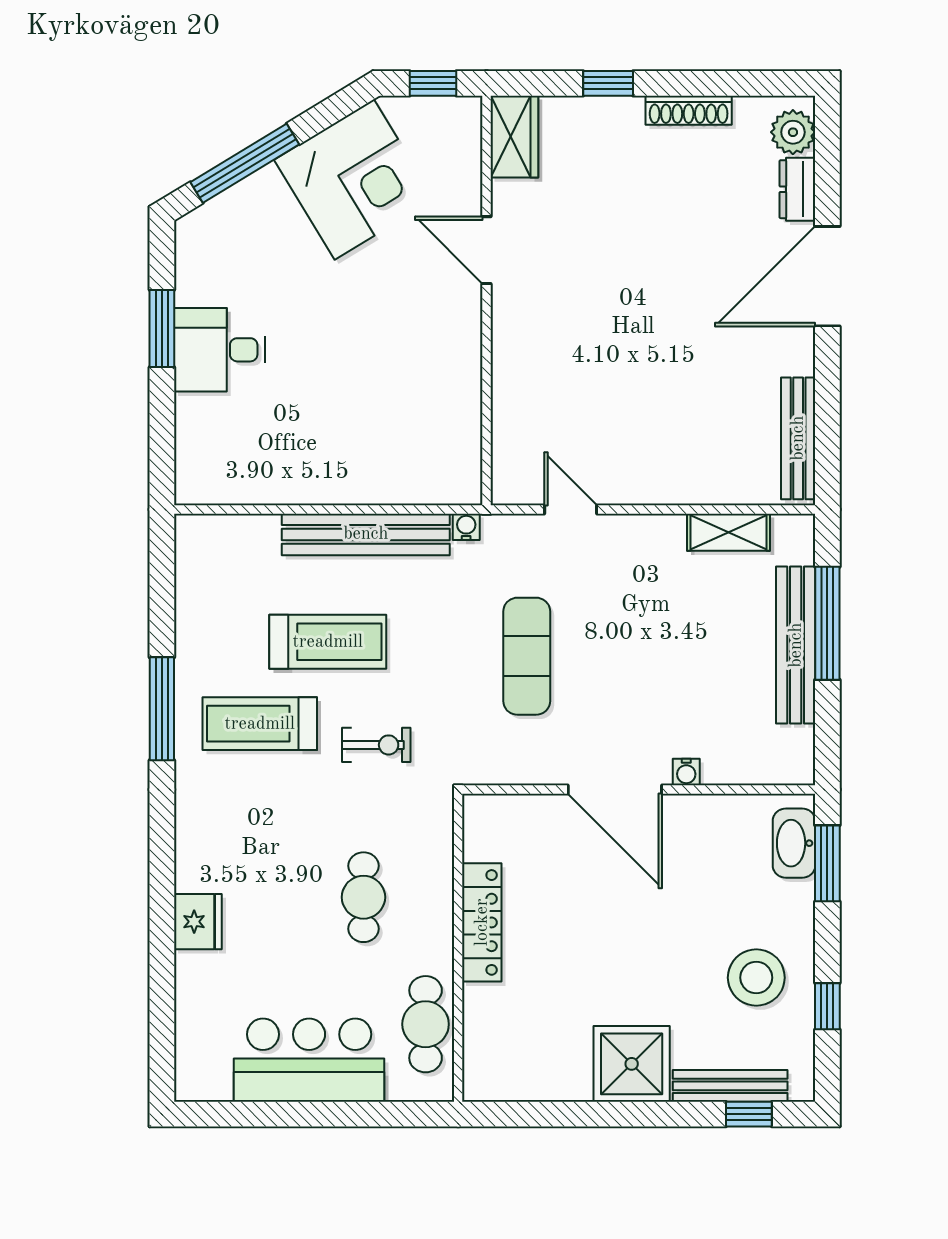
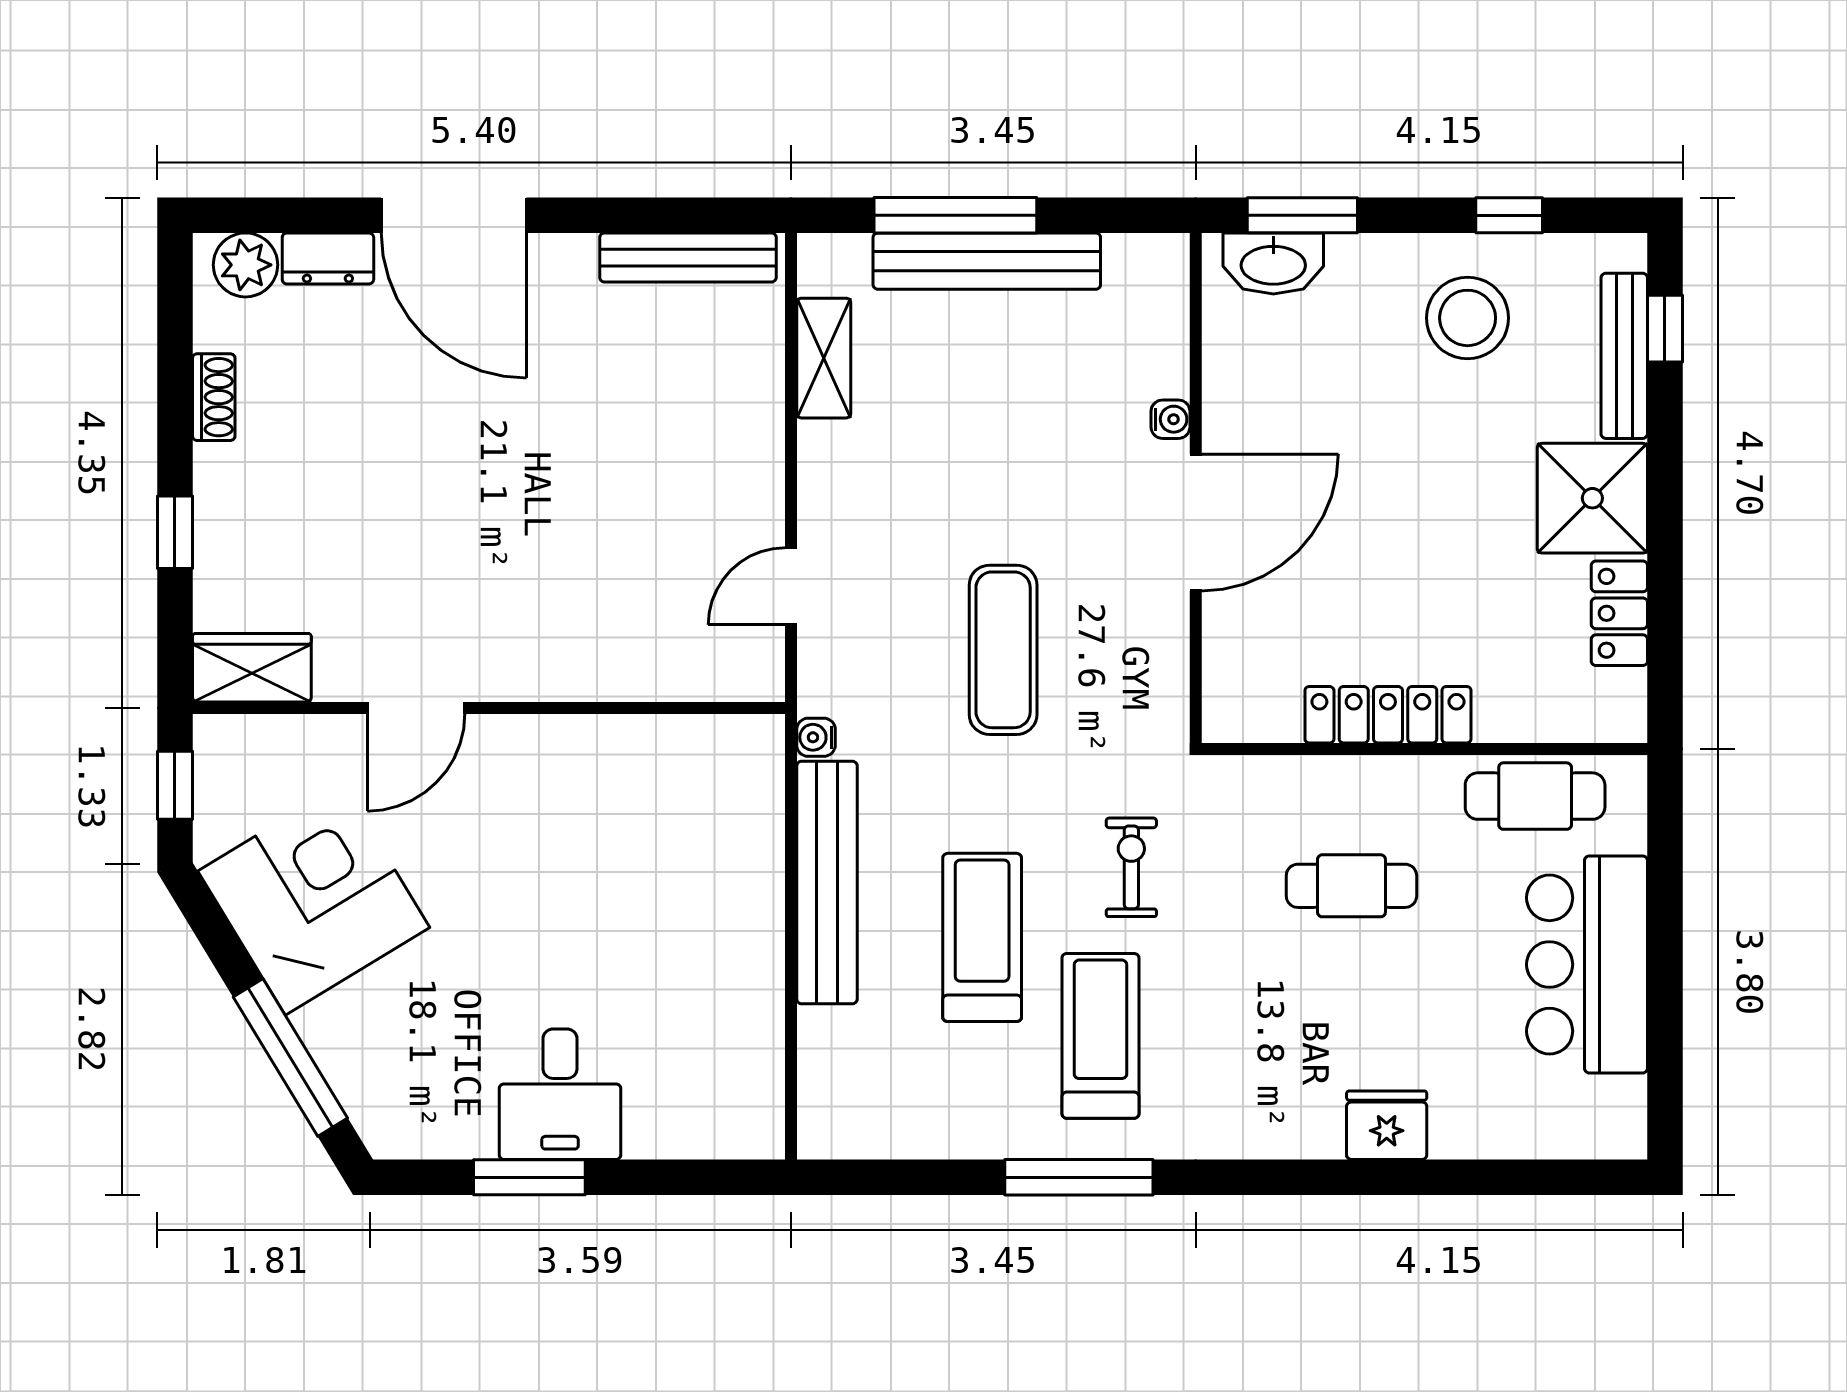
shoe rack: (689, 110) -> (214, 397), width x0.70
exercise mat: (527, 656) -> (1003, 650), turned 90
treadmill: (260, 724) -> (1100, 1036), turned 180
locker: (552, 1083) -> (1619, 613), added

